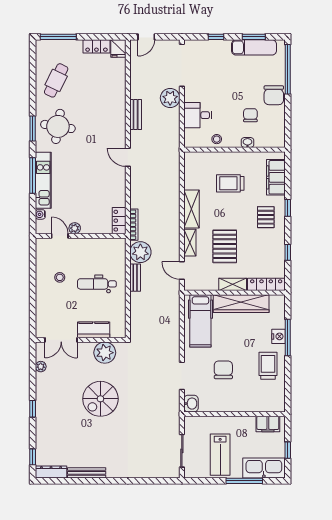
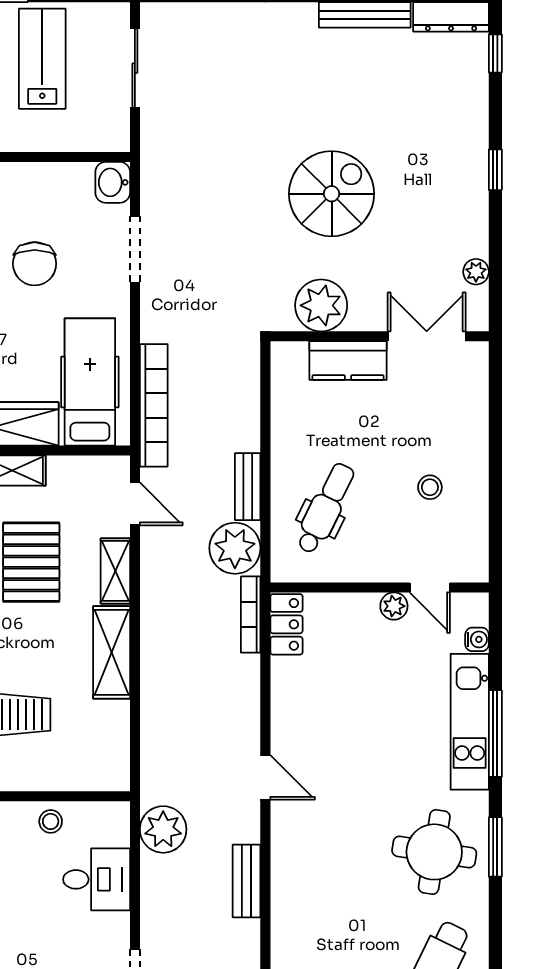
plant: (170, 98) -> (163, 829), moved
dental chair: (97, 284) -> (325, 508), moved, turned -64
bookcase: (174, 311) -> (154, 405), added

